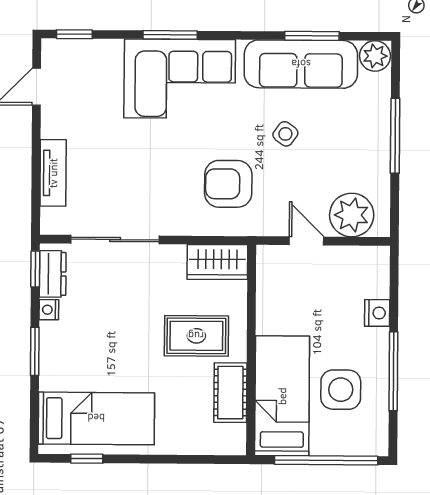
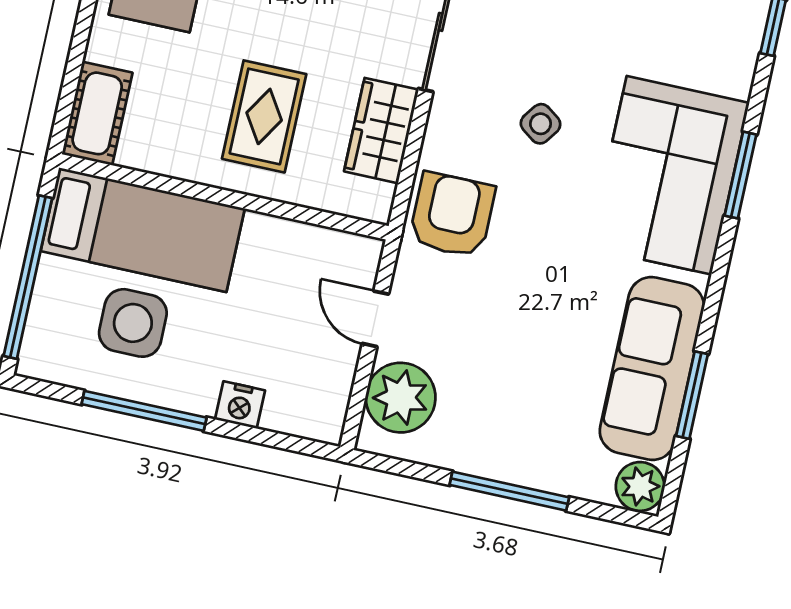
side table: (285, 134) -> (541, 124), moved
armchair: (228, 184) -> (452, 215), moved
door: (306, 241) -> (375, 319), swing flipped
wardrobe: (217, 262) -> (381, 131), moved
cot: (230, 393) -> (97, 113), moved, turned 90

